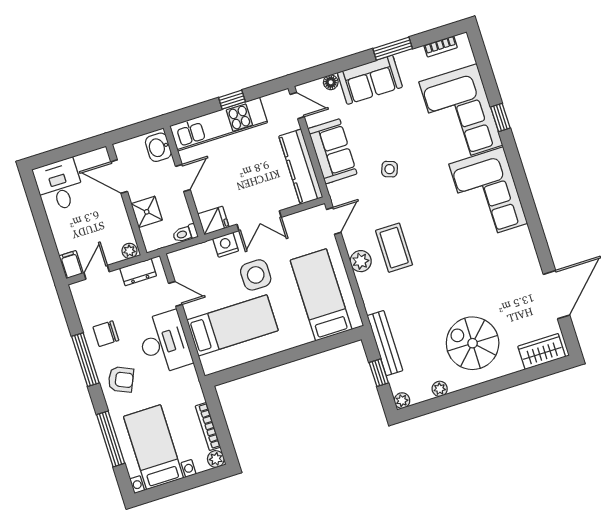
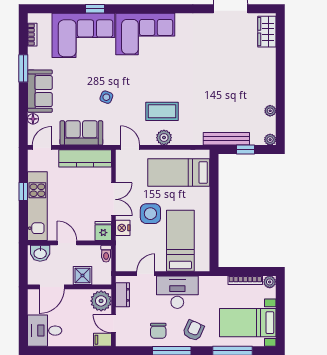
plant: (129, 251) -> (101, 301), width x1.87, depth x1.87
spiral stairs: (473, 343) -> (246, 78), removed

